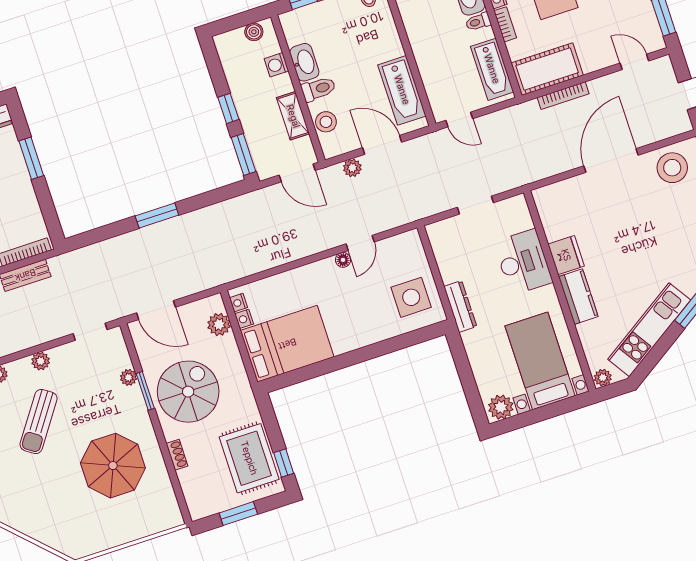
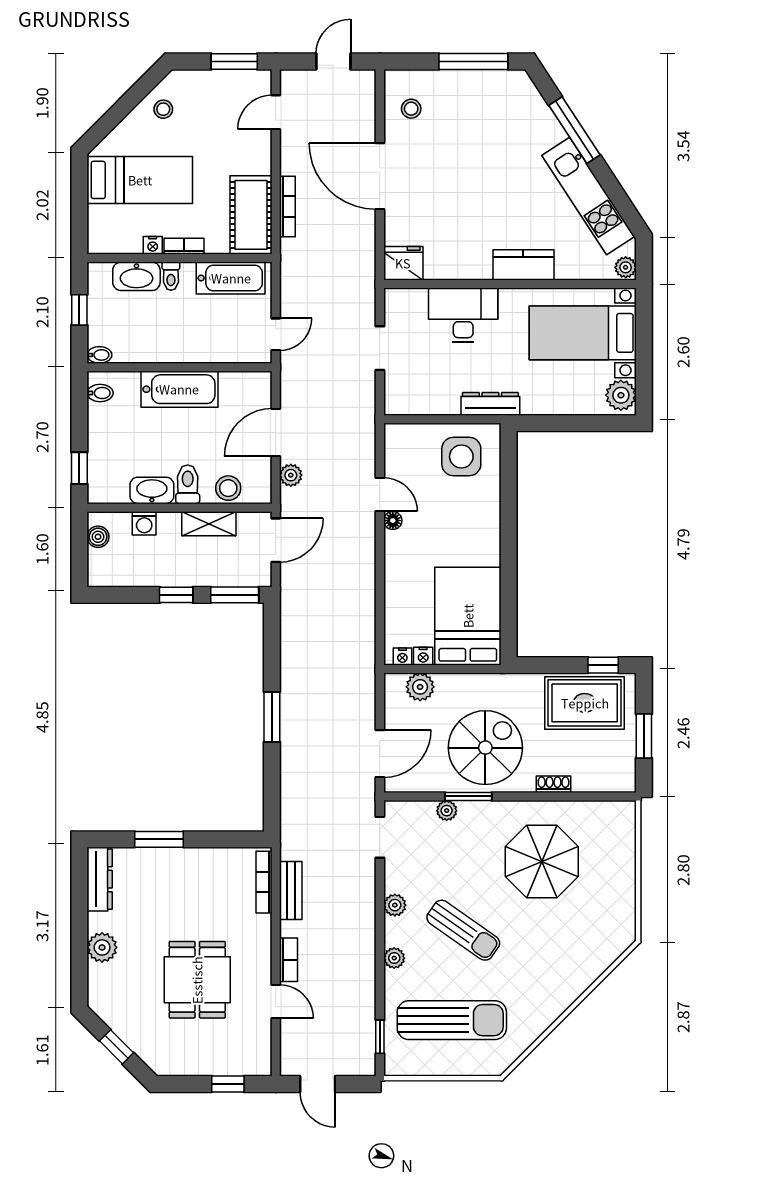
bathtub: (402, 90) -> (179, 389), moved
stool: (672, 168) -> (411, 109), width x0.53, depth x0.53
fridge: (566, 255) -> (403, 263), moved
spiral stairs: (188, 392) -> (485, 748), turned 90

